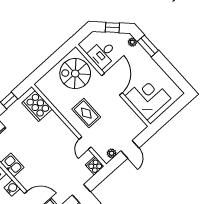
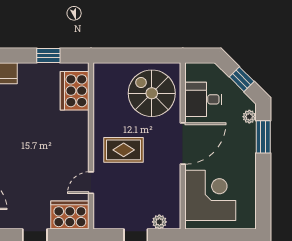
rug: (86, 113) -> (124, 150), turned 90
plant: (112, 153) -> (159, 222), moved
cooker: (95, 166) -> (70, 215), width x1.87, depth x1.31

